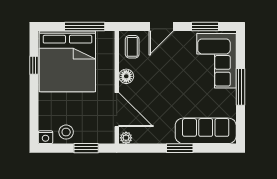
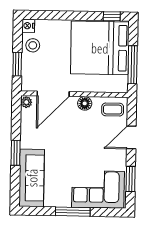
door: (161, 27) -> (131, 137), hinge flipped
window: (34, 65) -> (112, 16), moved

